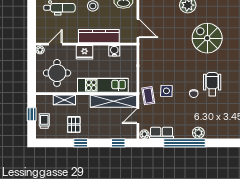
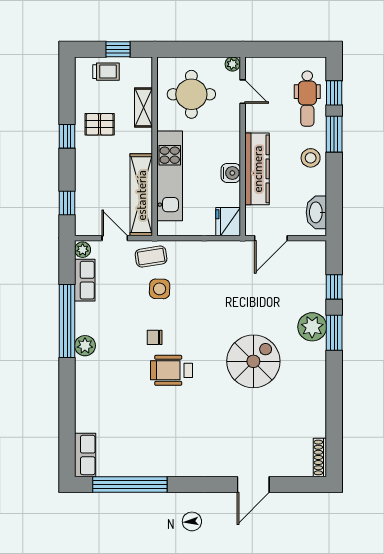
water cooler: (114, 51) -> (231, 173), moved
fridge: (85, 52) -> (228, 222), moved
wheelchair: (212, 84) -> (172, 370), turned 180

